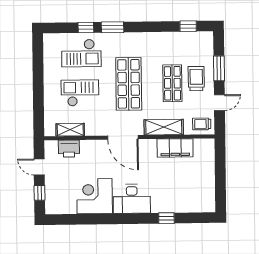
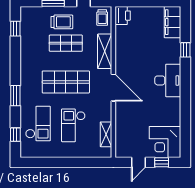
window: (86, 28) -> (15, 135), moved
trolley: (196, 79) -> (62, 22), turned 180
door: (123, 137) -> (113, 88), hinge flipped
filing cabinet: (175, 148) -> (173, 22), moved, turned 180
printer: (69, 149) -> (123, 16), moved
corner desk: (95, 196) -> (165, 142), moved

